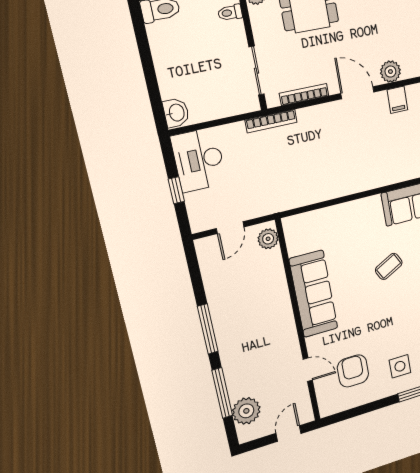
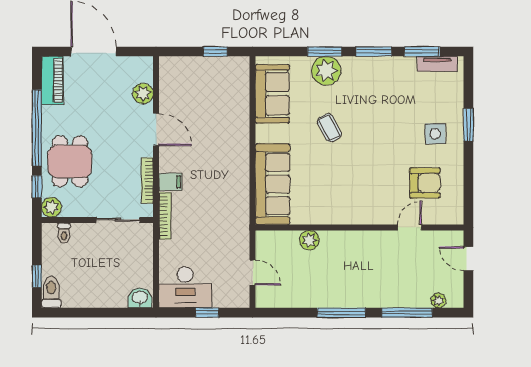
door: (357, 93) -> (156, 129), swing flipped
filing cabinet: (397, 100) -> (170, 182), moved
plant: (268, 239) -> (309, 240), moved
sofa: (314, 294) -> (273, 184), moved, turned 90
armchair: (353, 371) -> (425, 183), turned 180
plant: (246, 411) -> (438, 301), width x0.53, depth x0.53

